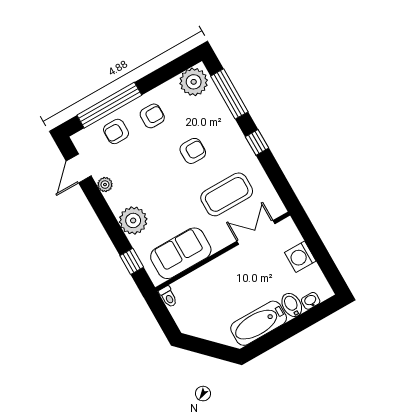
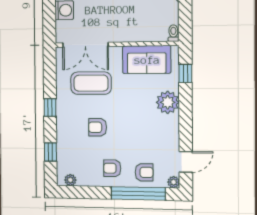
plant: (194, 82) -> (70, 180), width x0.53, depth x0.53
window: (229, 94) -> (50, 152), width x0.46
plant: (105, 185) -> (174, 182), moved
double door: (256, 232) -> (85, 45), width x1.37

